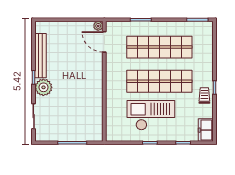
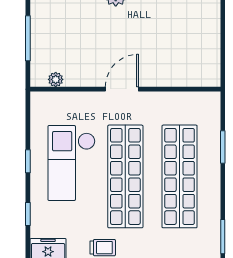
plant: (98, 26) -> (56, 79), moved
door: (104, 42) -> (122, 89), moved
checkout: (151, 115) -> (72, 163), turned 180

